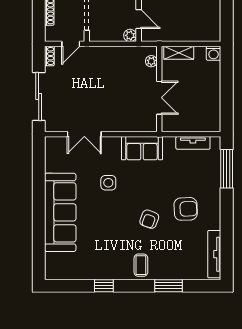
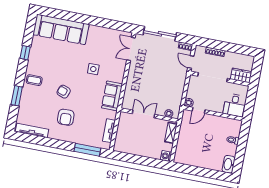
double door: (159, 98) -> (143, 114), swing flipped
double door: (84, 134) -> (131, 49), moved
sofa: (60, 212) -> (61, 29), moved

